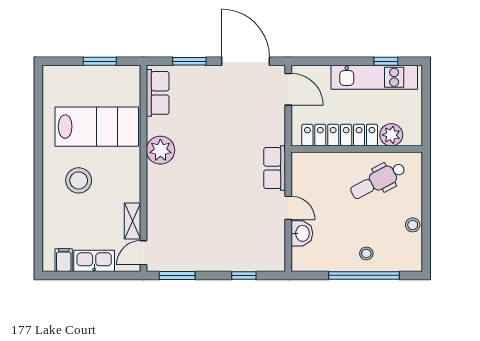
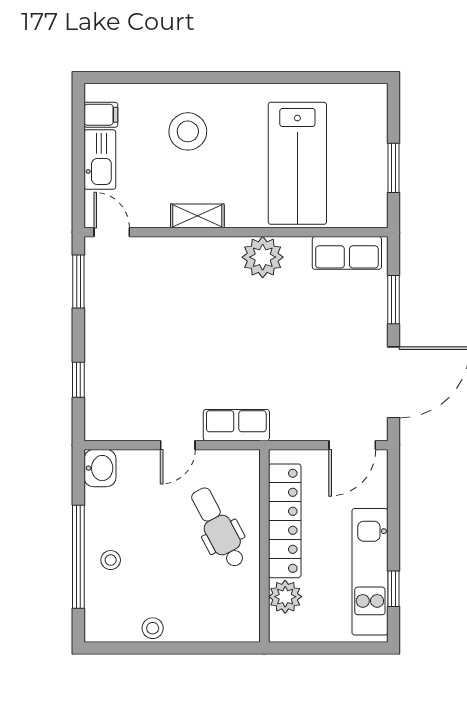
stool: (79, 180) -> (188, 131), moved
dental chair: (378, 181) -> (218, 528), moved
shelving: (132, 221) -> (197, 216), moved
washbasin: (302, 233) -> (100, 468), moved, turned -90

